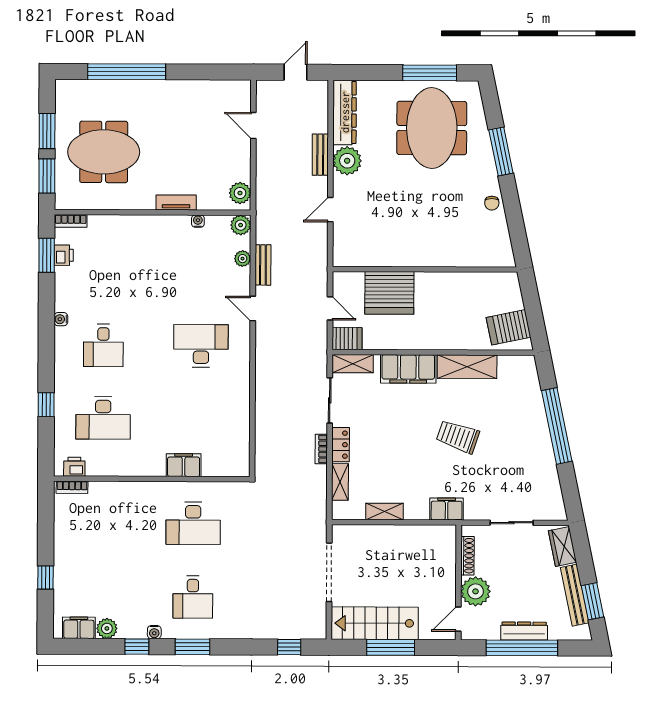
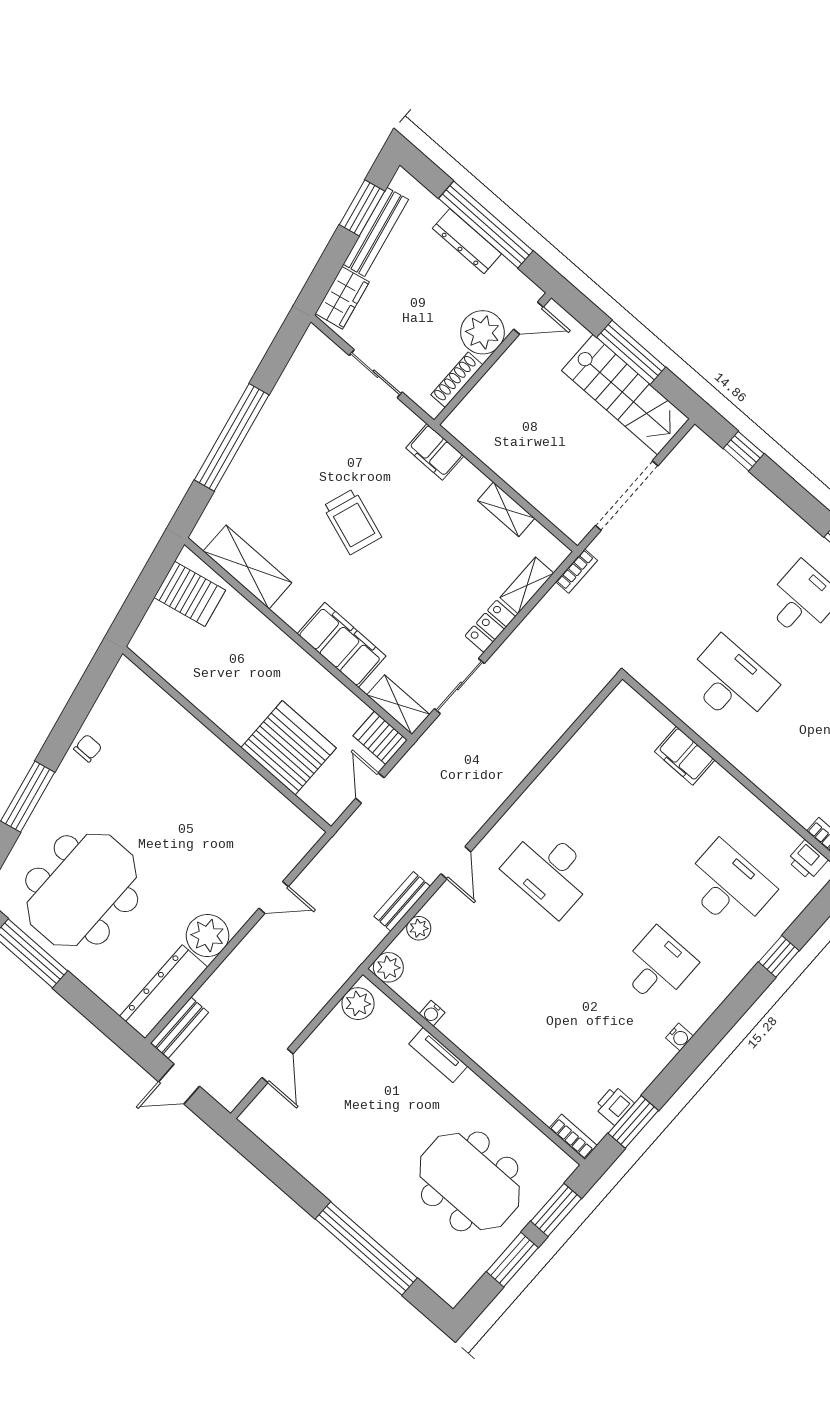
bench: (320, 155) -> (179, 1028), moved
shelving: (467, 367) -> (247, 567), moved
bookcase: (321, 449) -> (577, 571), moved

